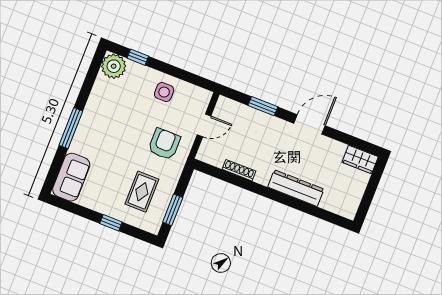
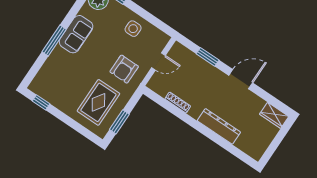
armchair: (164, 144) -> (124, 69), turned 180
sofa: (71, 177) -> (76, 34), moved
rug: (142, 192) -> (98, 102), width x1.36, depth x1.43
window: (111, 223) -> (41, 102), moved

